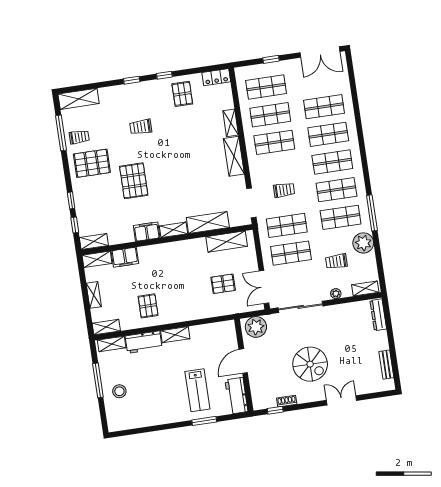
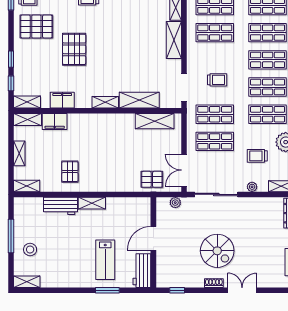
filing cabinet: (147, 232) -> (62, 100), moved
pallet: (223, 284) -> (152, 179), moved
plant: (256, 327) -> (175, 203), width x0.53, depth x0.53
shelving: (112, 344) -> (27, 282), moved
shoe rack: (287, 401) -> (214, 283), moved

